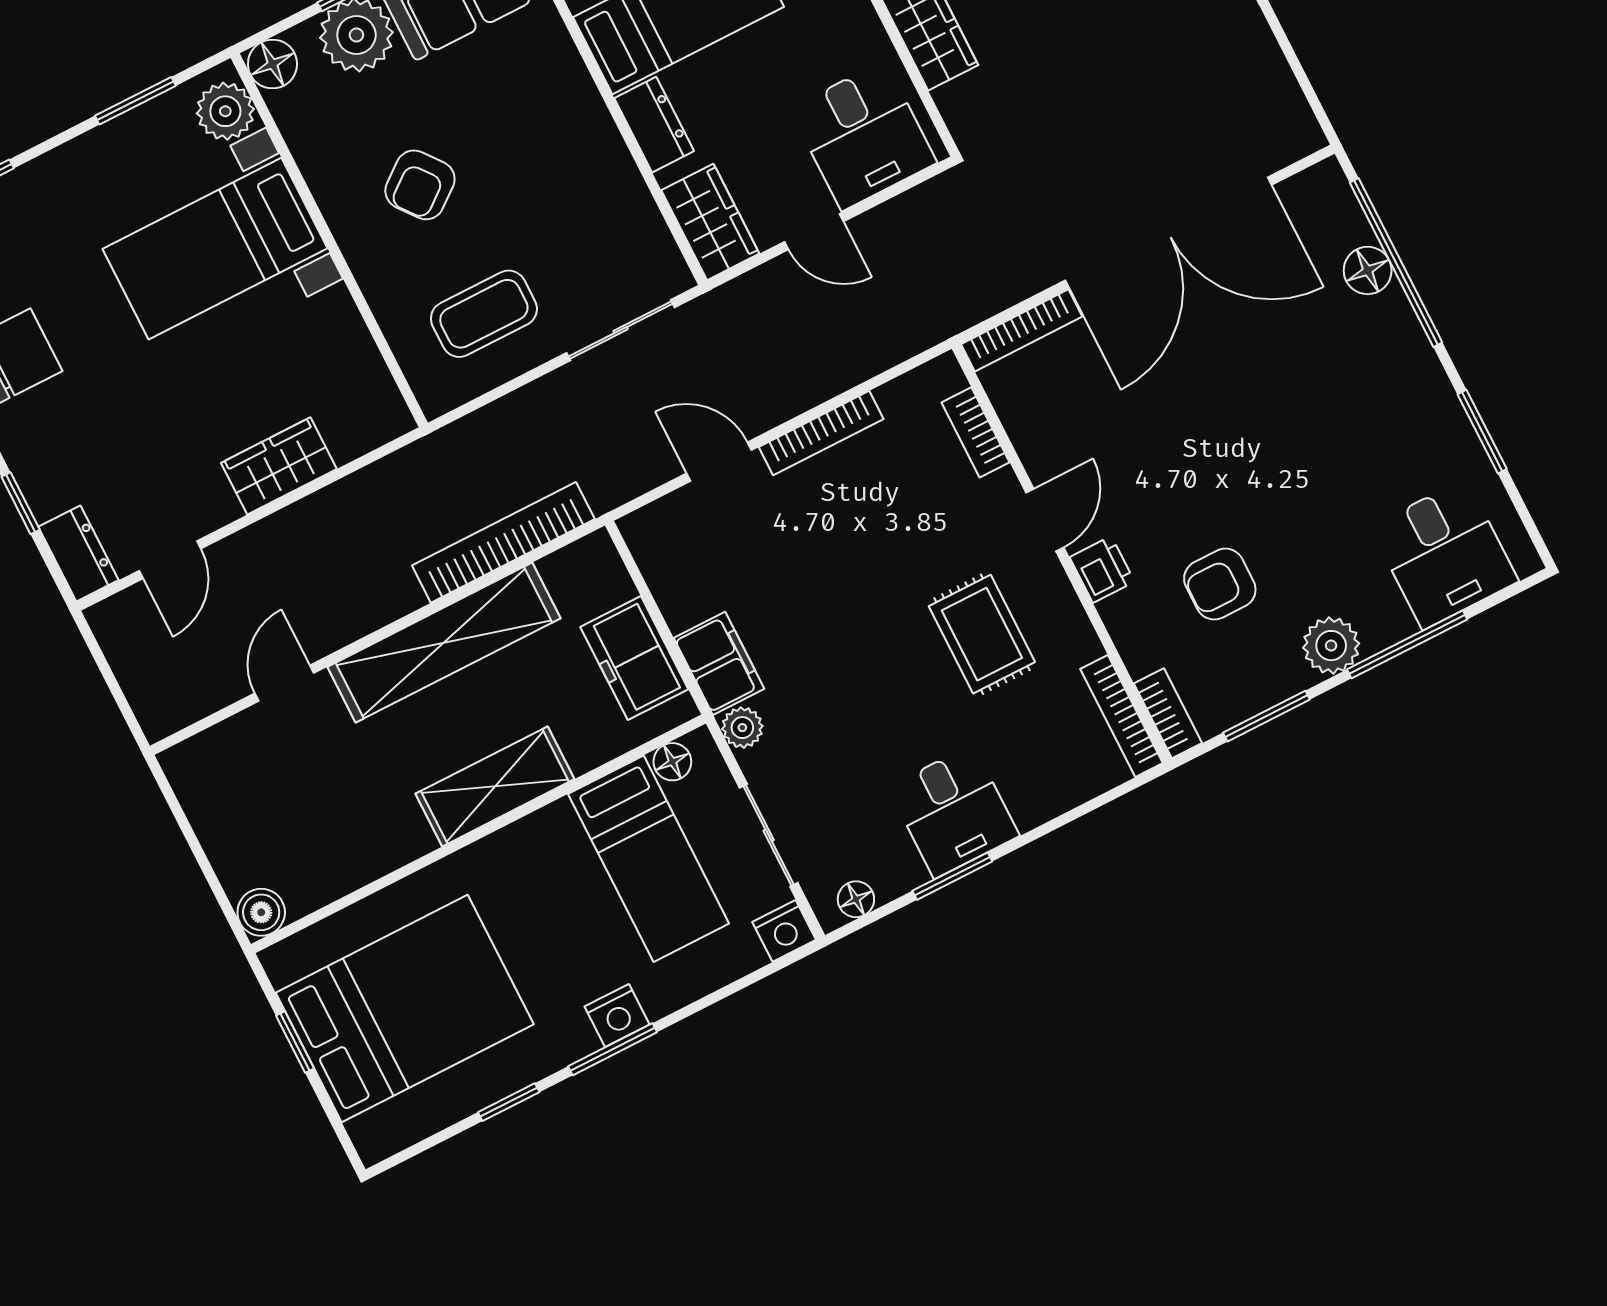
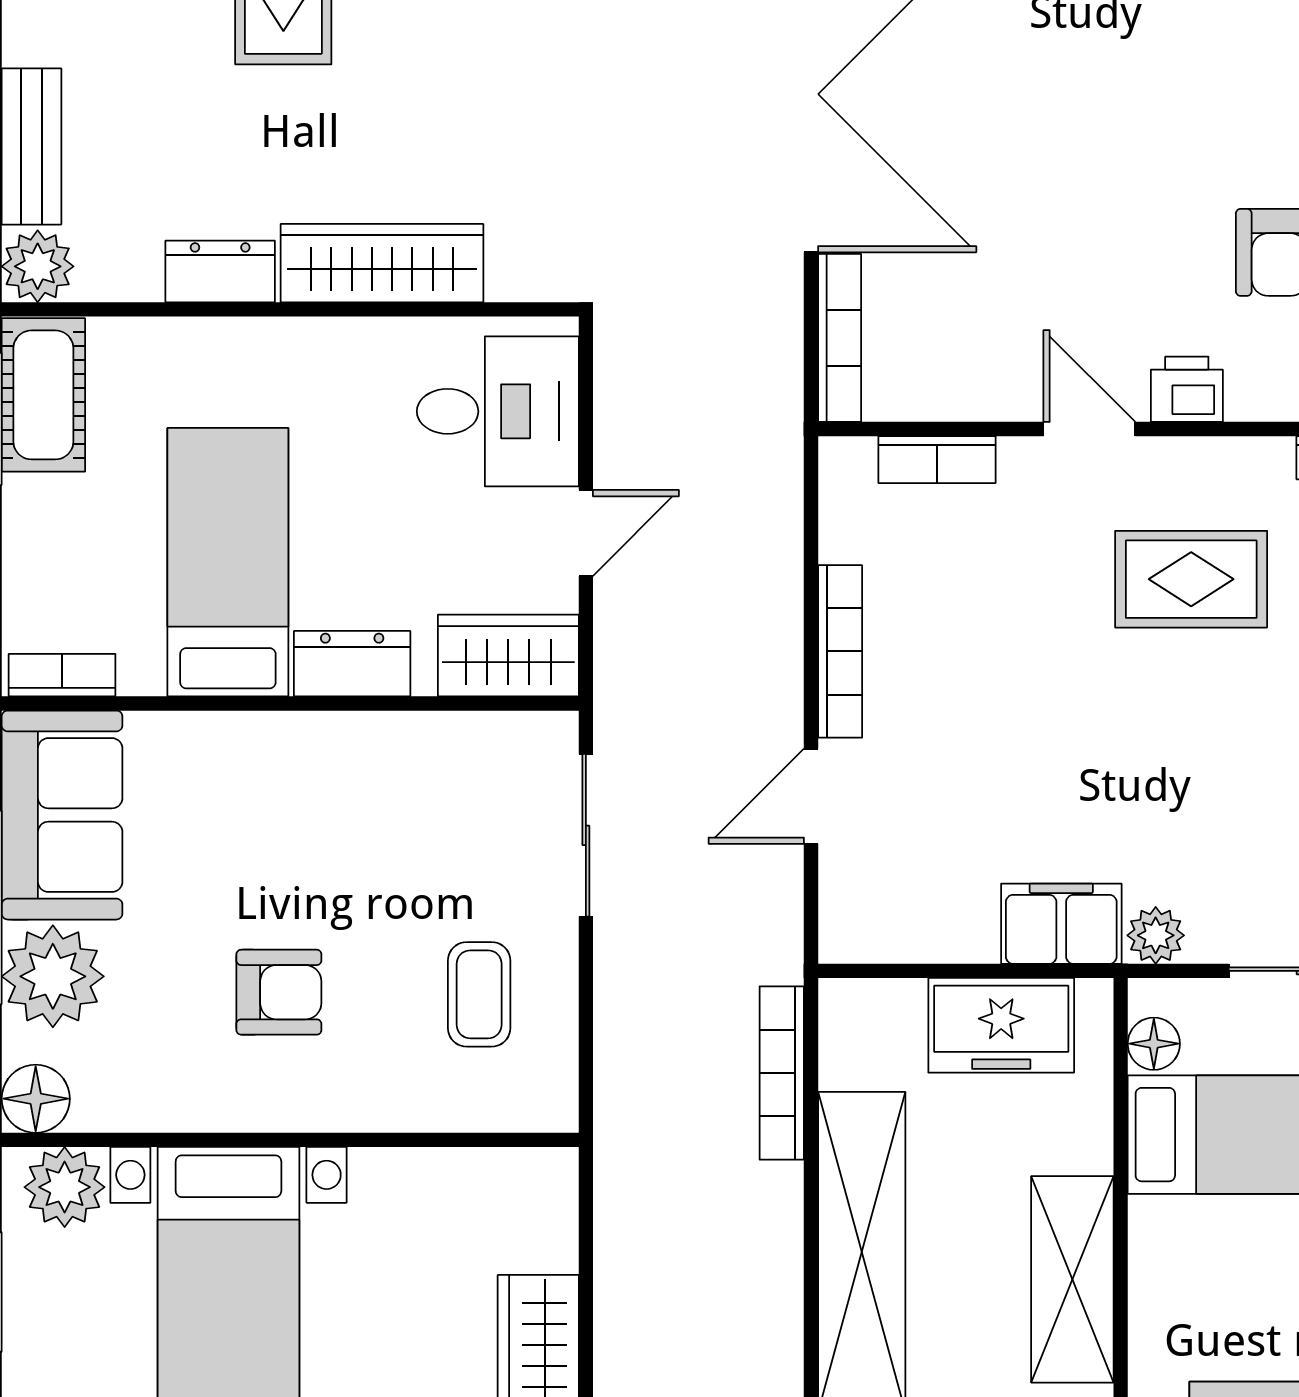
armchair: (420, 185) -> (279, 992), turned -52
coffee table: (484, 314) -> (479, 994), width x0.73, depth x0.77
bookcase: (503, 542) -> (782, 1073), width x0.68, depth x0.76

